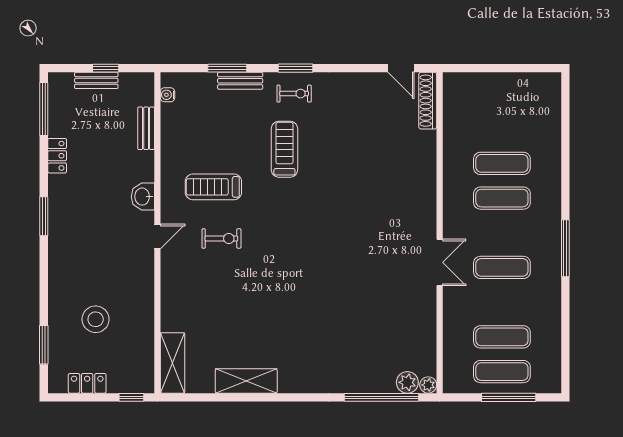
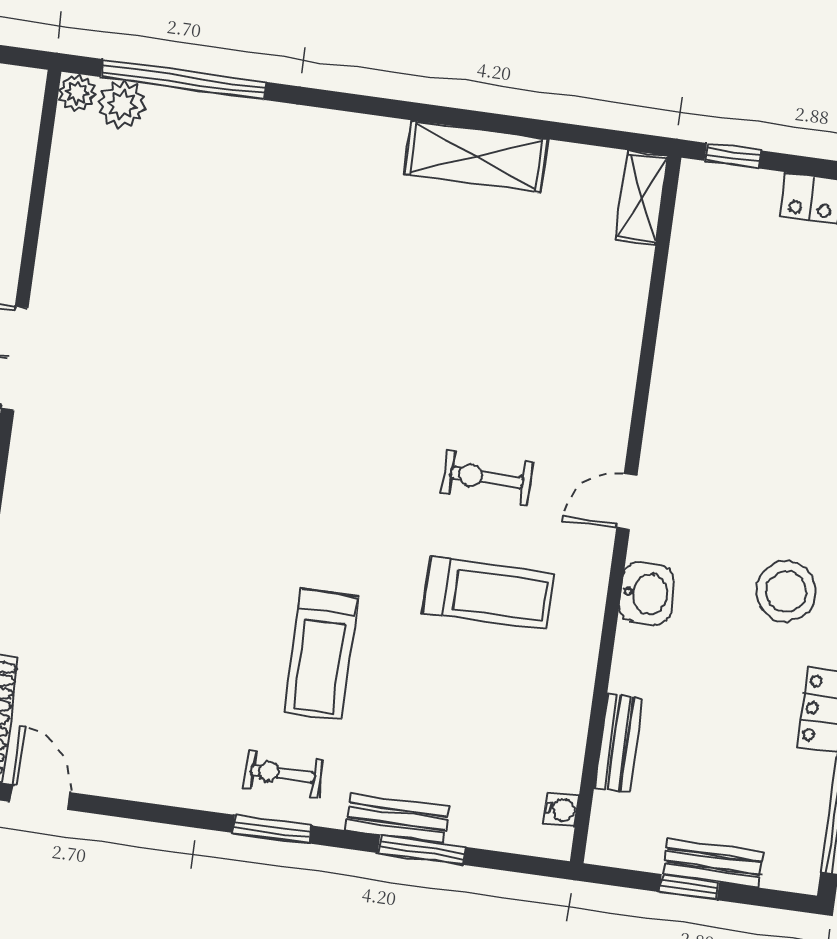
stool: (96, 319) -> (786, 591), moved
shelving: (173, 363) -> (642, 198), width x0.67, depth x0.75

